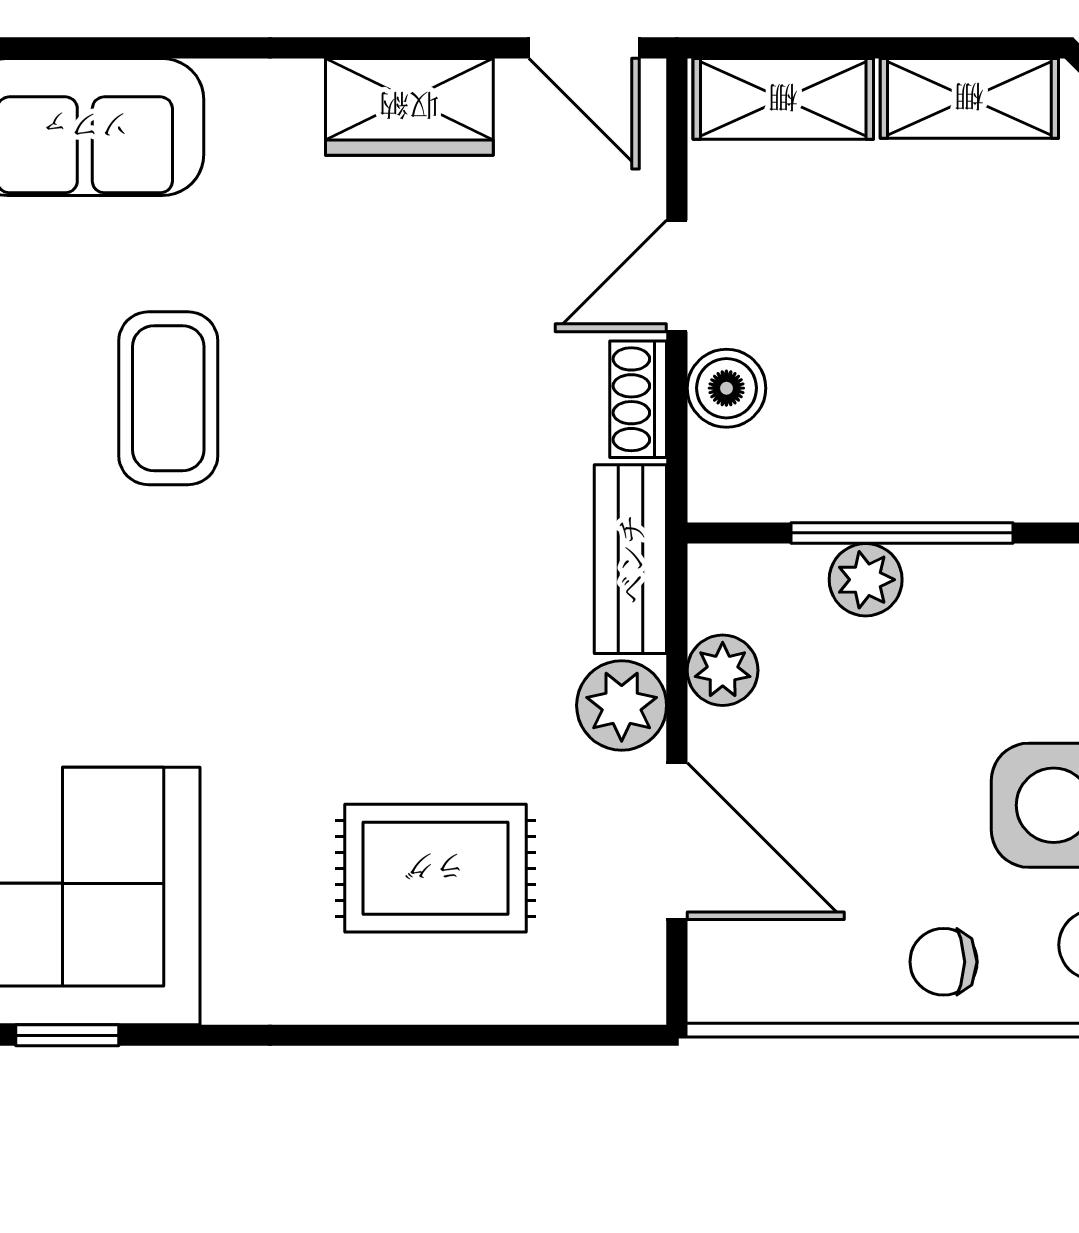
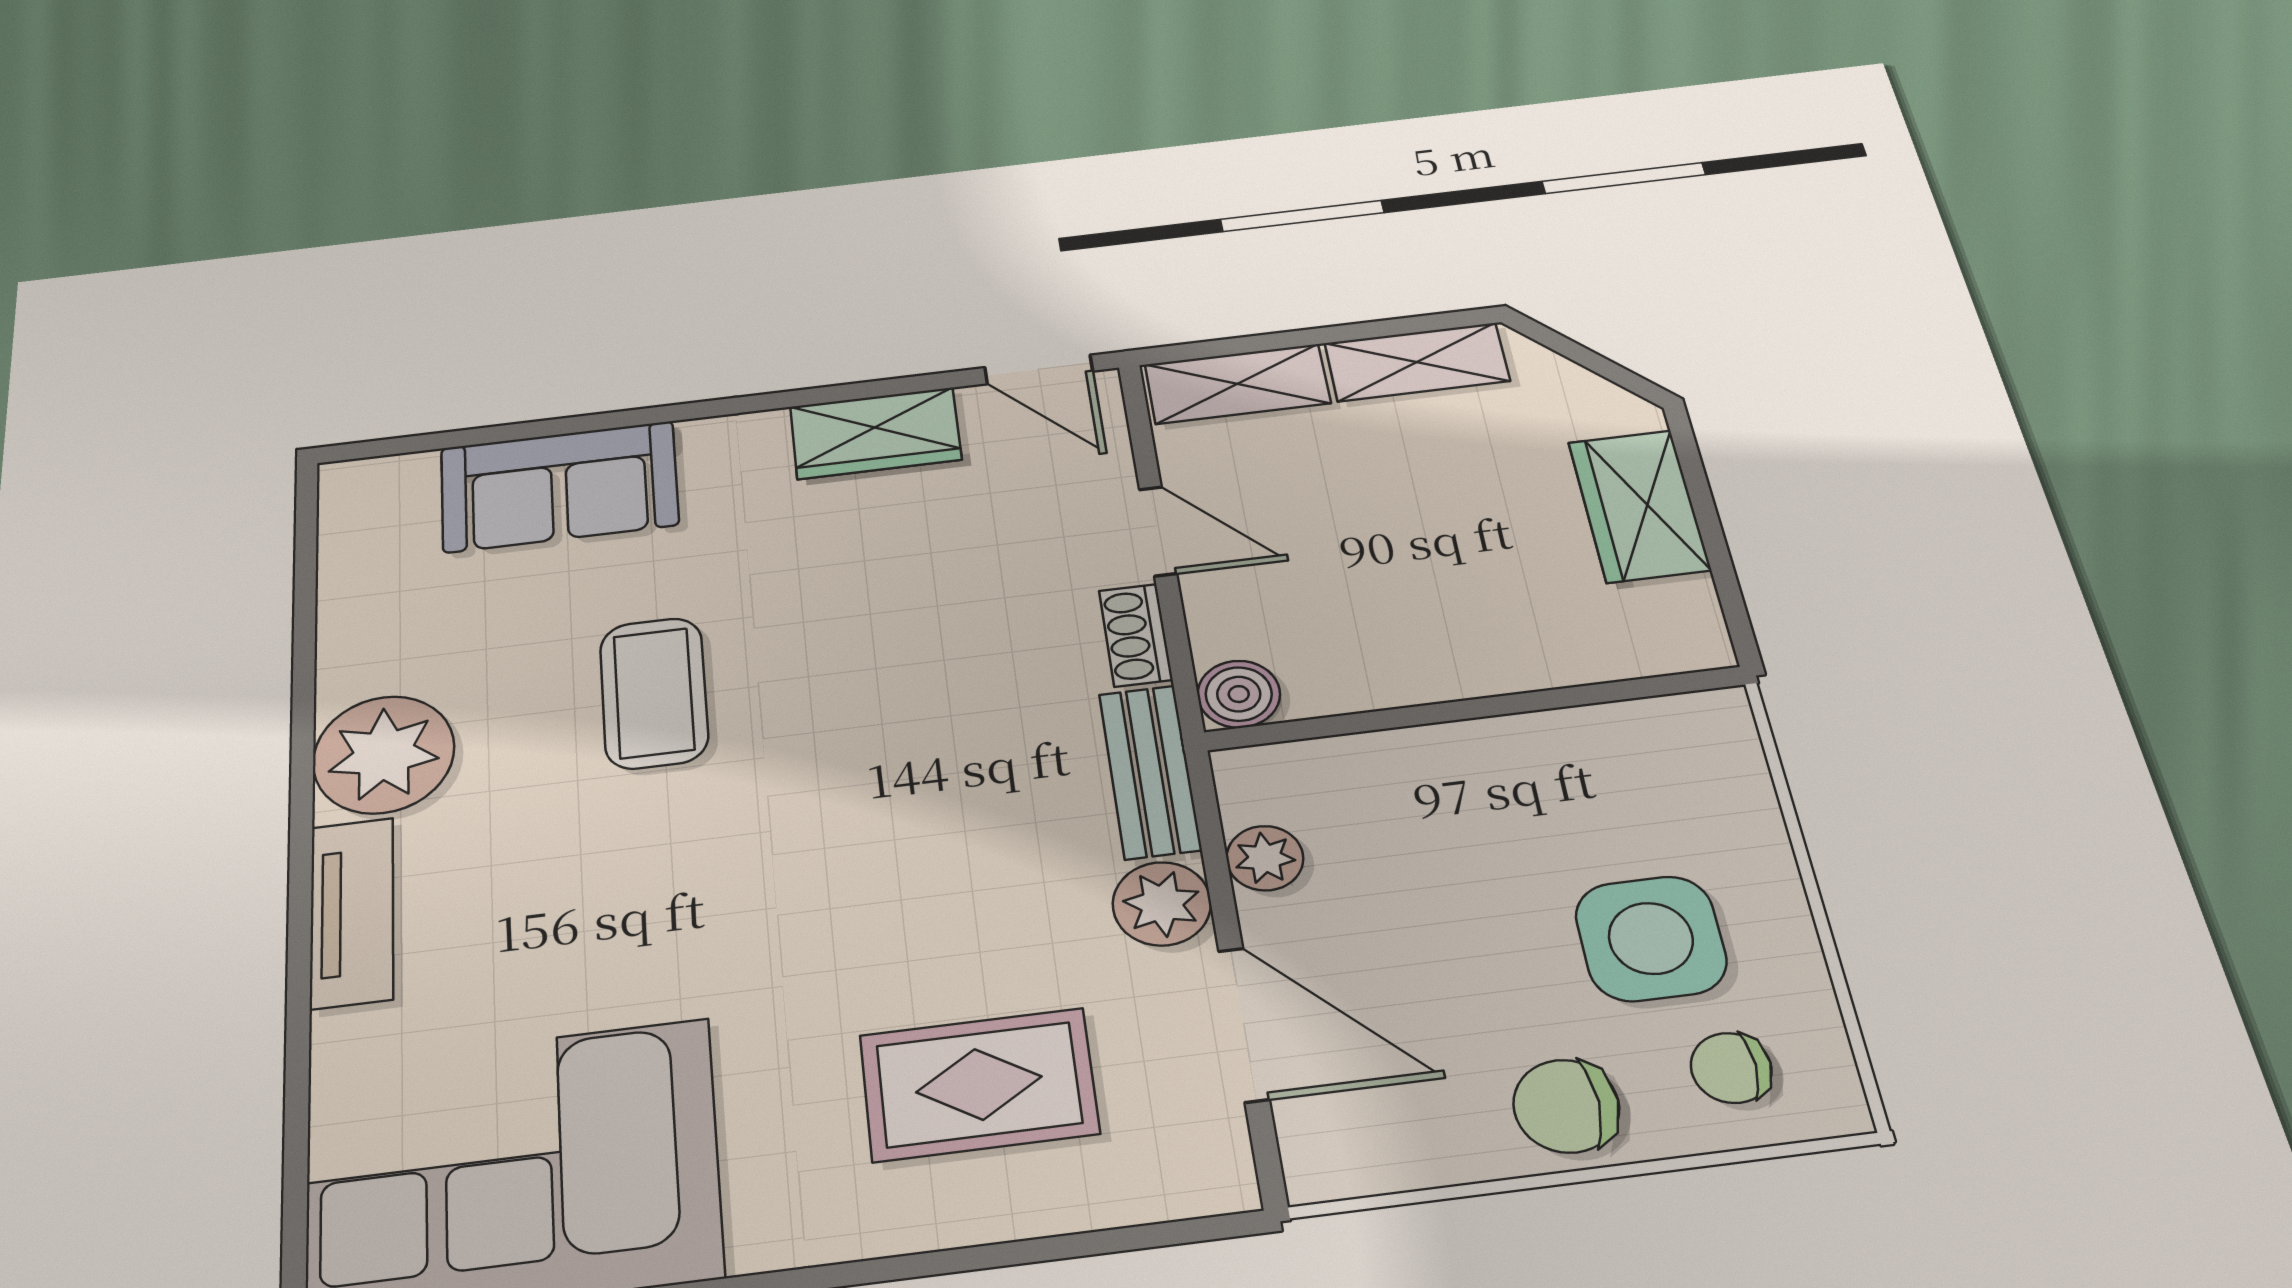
door: (677, 276) -> (1158, 531), swing flipped
boiler: (726, 388) -> (1239, 694), moved
window: (902, 533) -> (1430, 714), removed
plant: (866, 580) -> (1401, 759), removed
chair: (944, 962) -> (1566, 1106), width x1.37, depth x1.37

